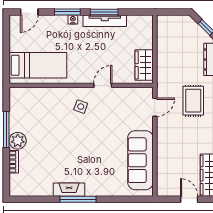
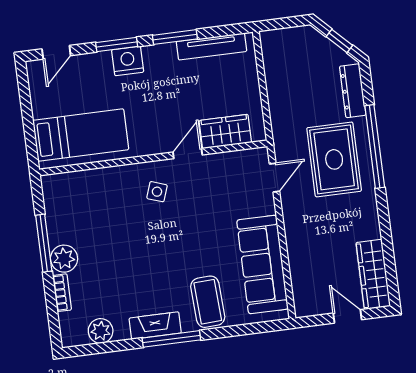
nightstand: (73, 19) -> (128, 61), width x1.89, depth x1.79
tv unit: (105, 21) -> (212, 46), moved
wardrobe: (144, 65) -> (225, 132), moved, turned 90
rug: (193, 101) -> (334, 159), width x1.36, depth x1.43
coffee table: (103, 179) -> (208, 302), added
plant: (35, 189) -> (101, 331), added

